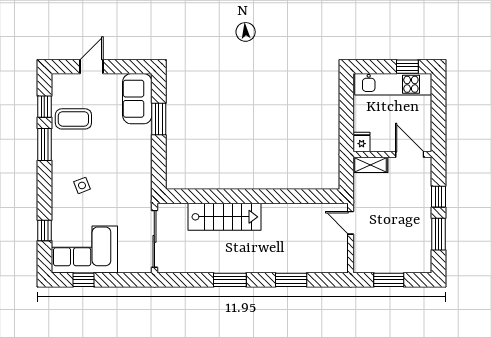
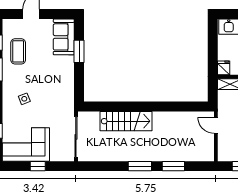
coffee table: (73, 119) -> (18, 51), turned 90
window: (84, 280) -> (38, 166), moved
window: (230, 280) -> (140, 166), moved

